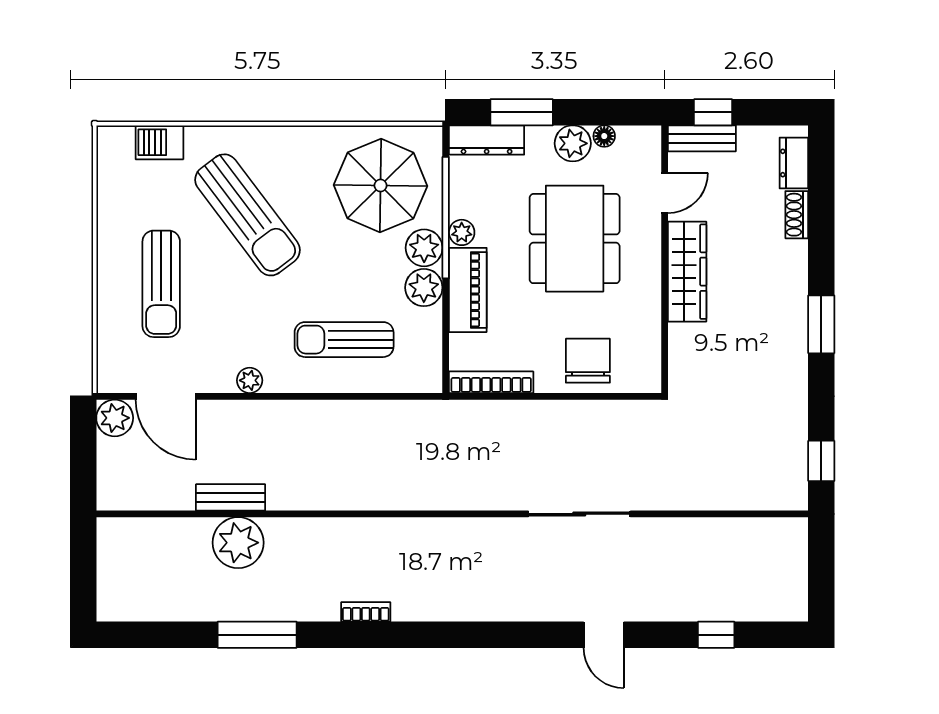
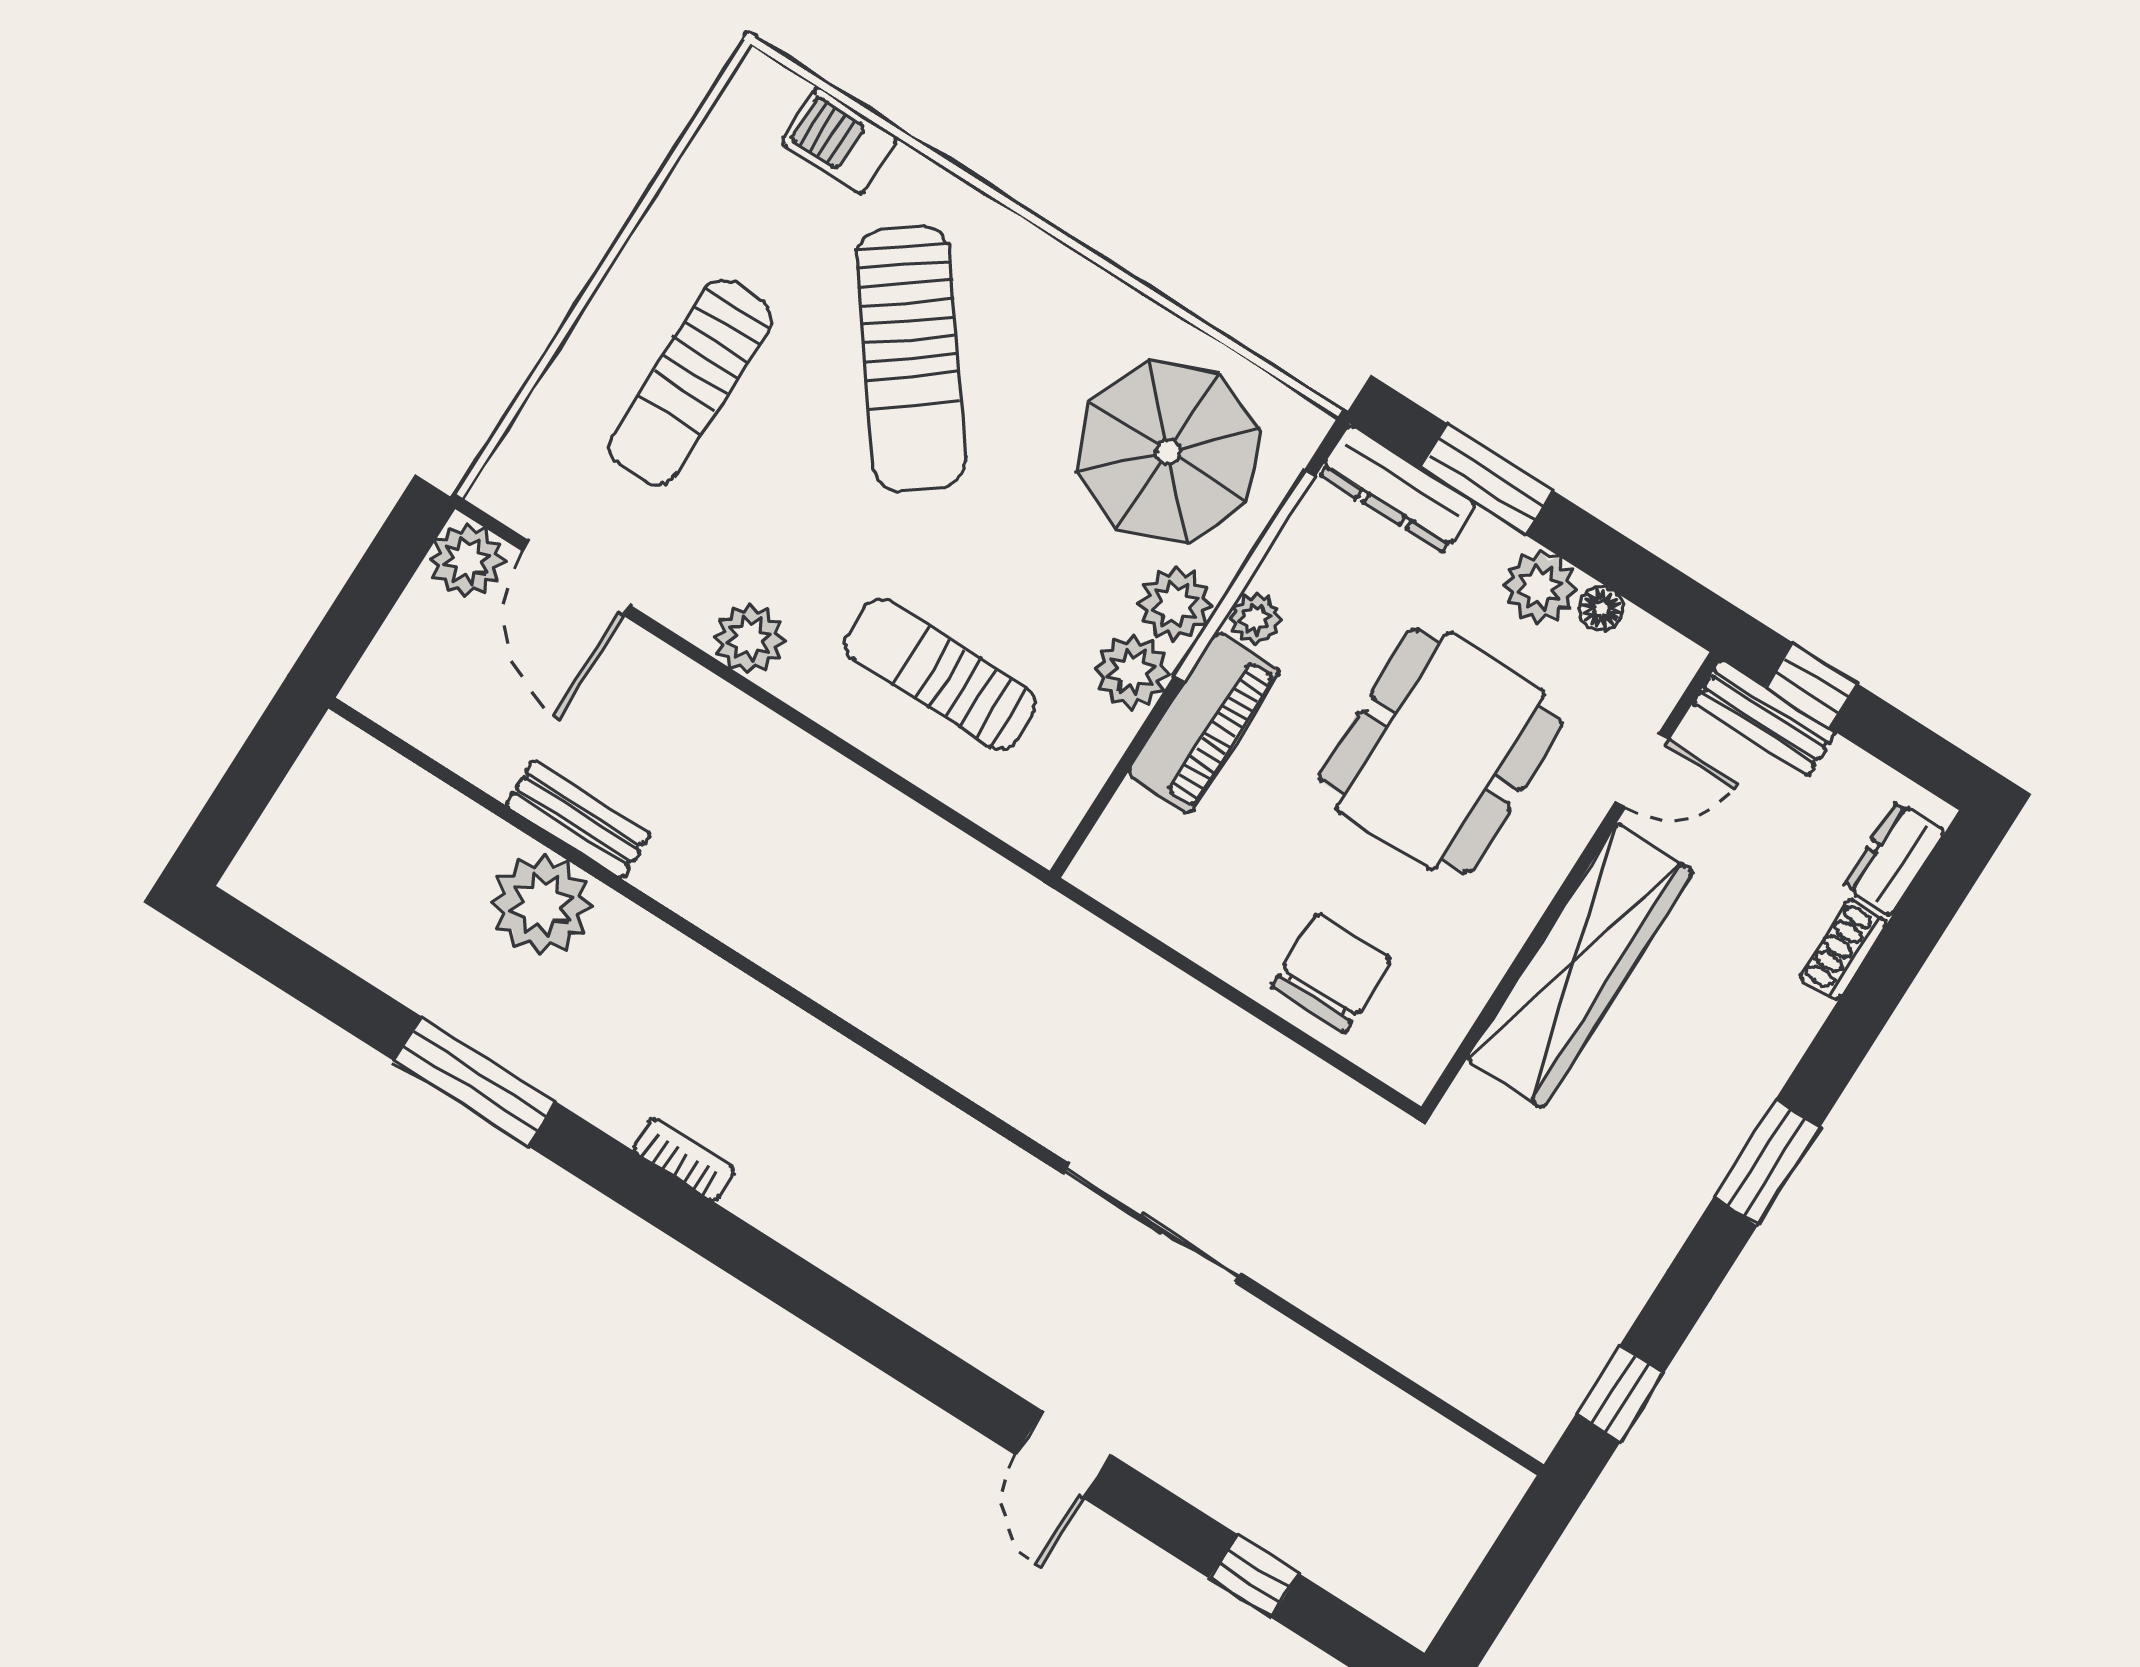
wardrobe: (687, 272) -> (1580, 966), width x1.40, depth x1.17
plant: (250, 380) -> (749, 639), width x1.38, depth x1.38
bookcase: (491, 382) -> (1144, 905), removed

